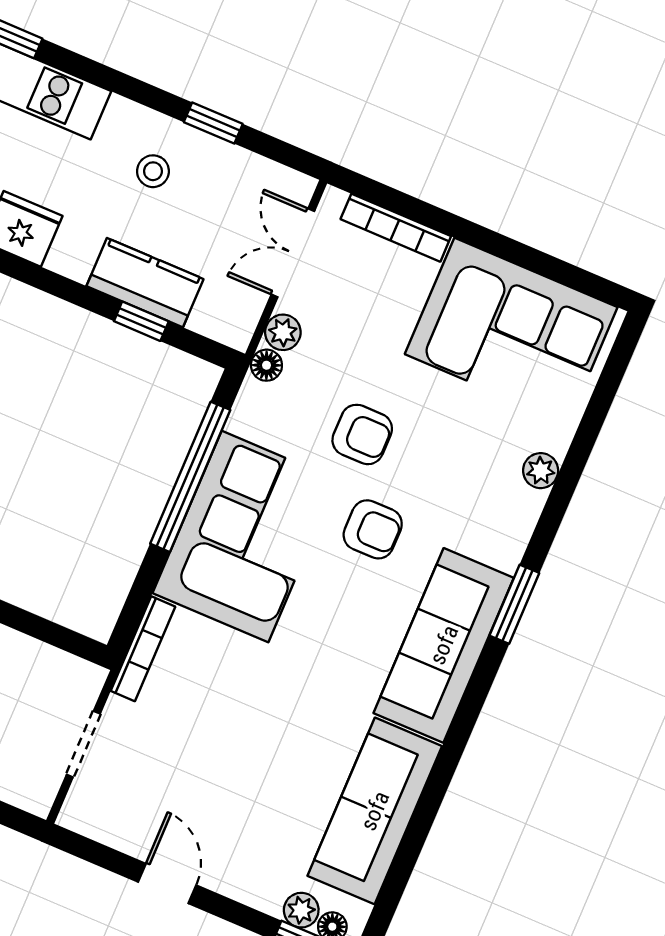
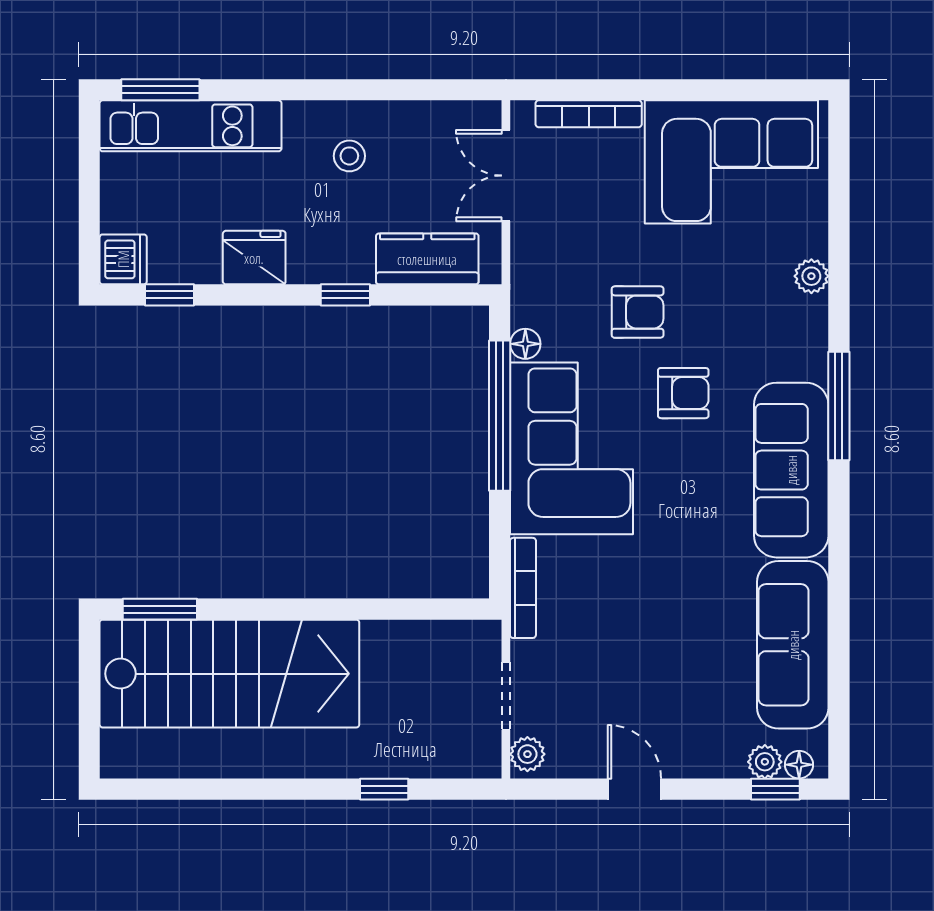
window: (213, 123) -> (385, 90), removed
kitchen counter: (145, 283) -> (427, 259), moved
window: (141, 321) -> (345, 295), moved
plant: (283, 332) -> (527, 754), moved
floor lamp: (266, 365) -> (525, 344), moved
window: (514, 604) -> (839, 406), width x1.44

